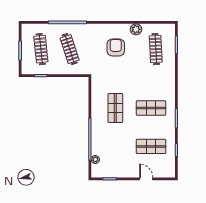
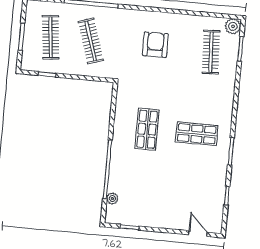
plant: (136, 29) -> (233, 26), moved
shop shelf: (151, 146) -> (192, 187), removed
door: (146, 179) -> (198, 234), moved

